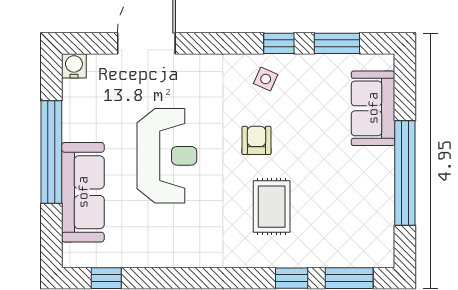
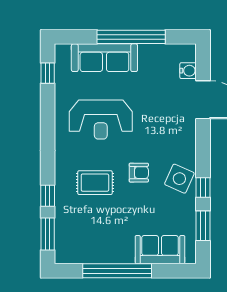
water cooler: (74, 66) -> (188, 71), moved
side table: (266, 79) -> (179, 179), width x1.87, depth x1.87
reception desk: (167, 156) -> (101, 119), moved

